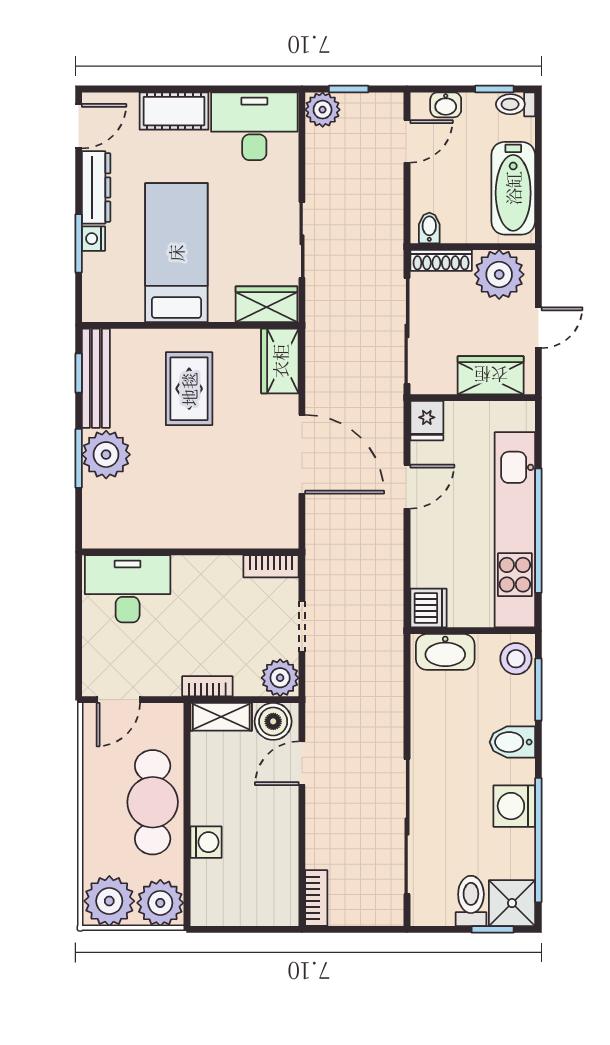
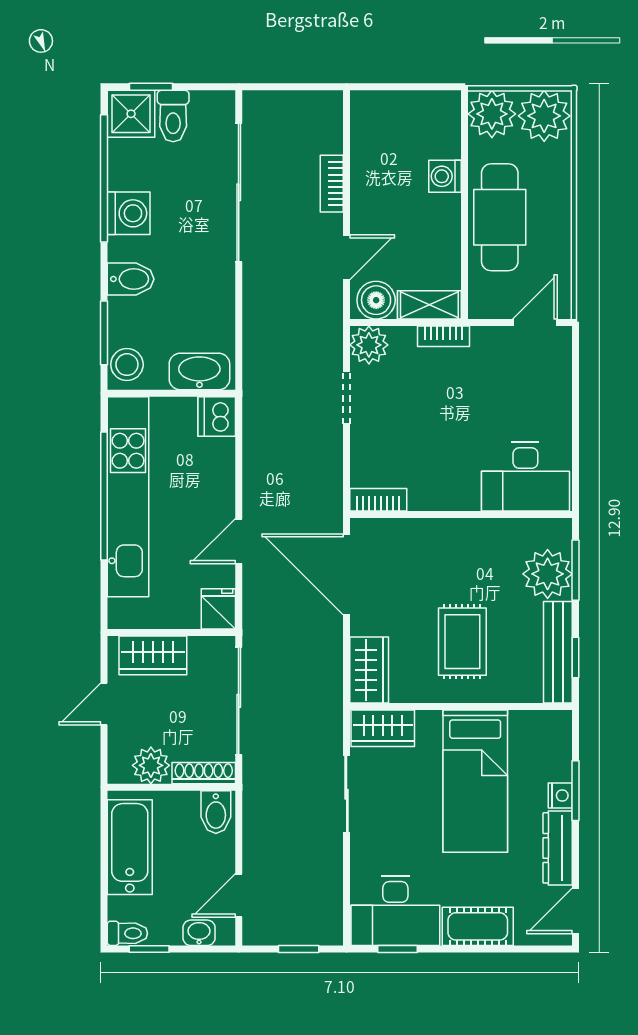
window: (252, 89) -> (398, 949), added
plant: (323, 110) -> (325, 928), removed
bidet: (429, 228) -> (216, 812), width x1.38, depth x1.36
plant: (499, 274) -> (151, 765), width x0.73, depth x0.73
wall: (190, 552) -> (461, 515), moved
bookcase: (271, 566) -> (378, 500), moved
desk: (128, 589) -> (525, 477), moved
bookcase: (316, 898) -> (332, 184), moved

